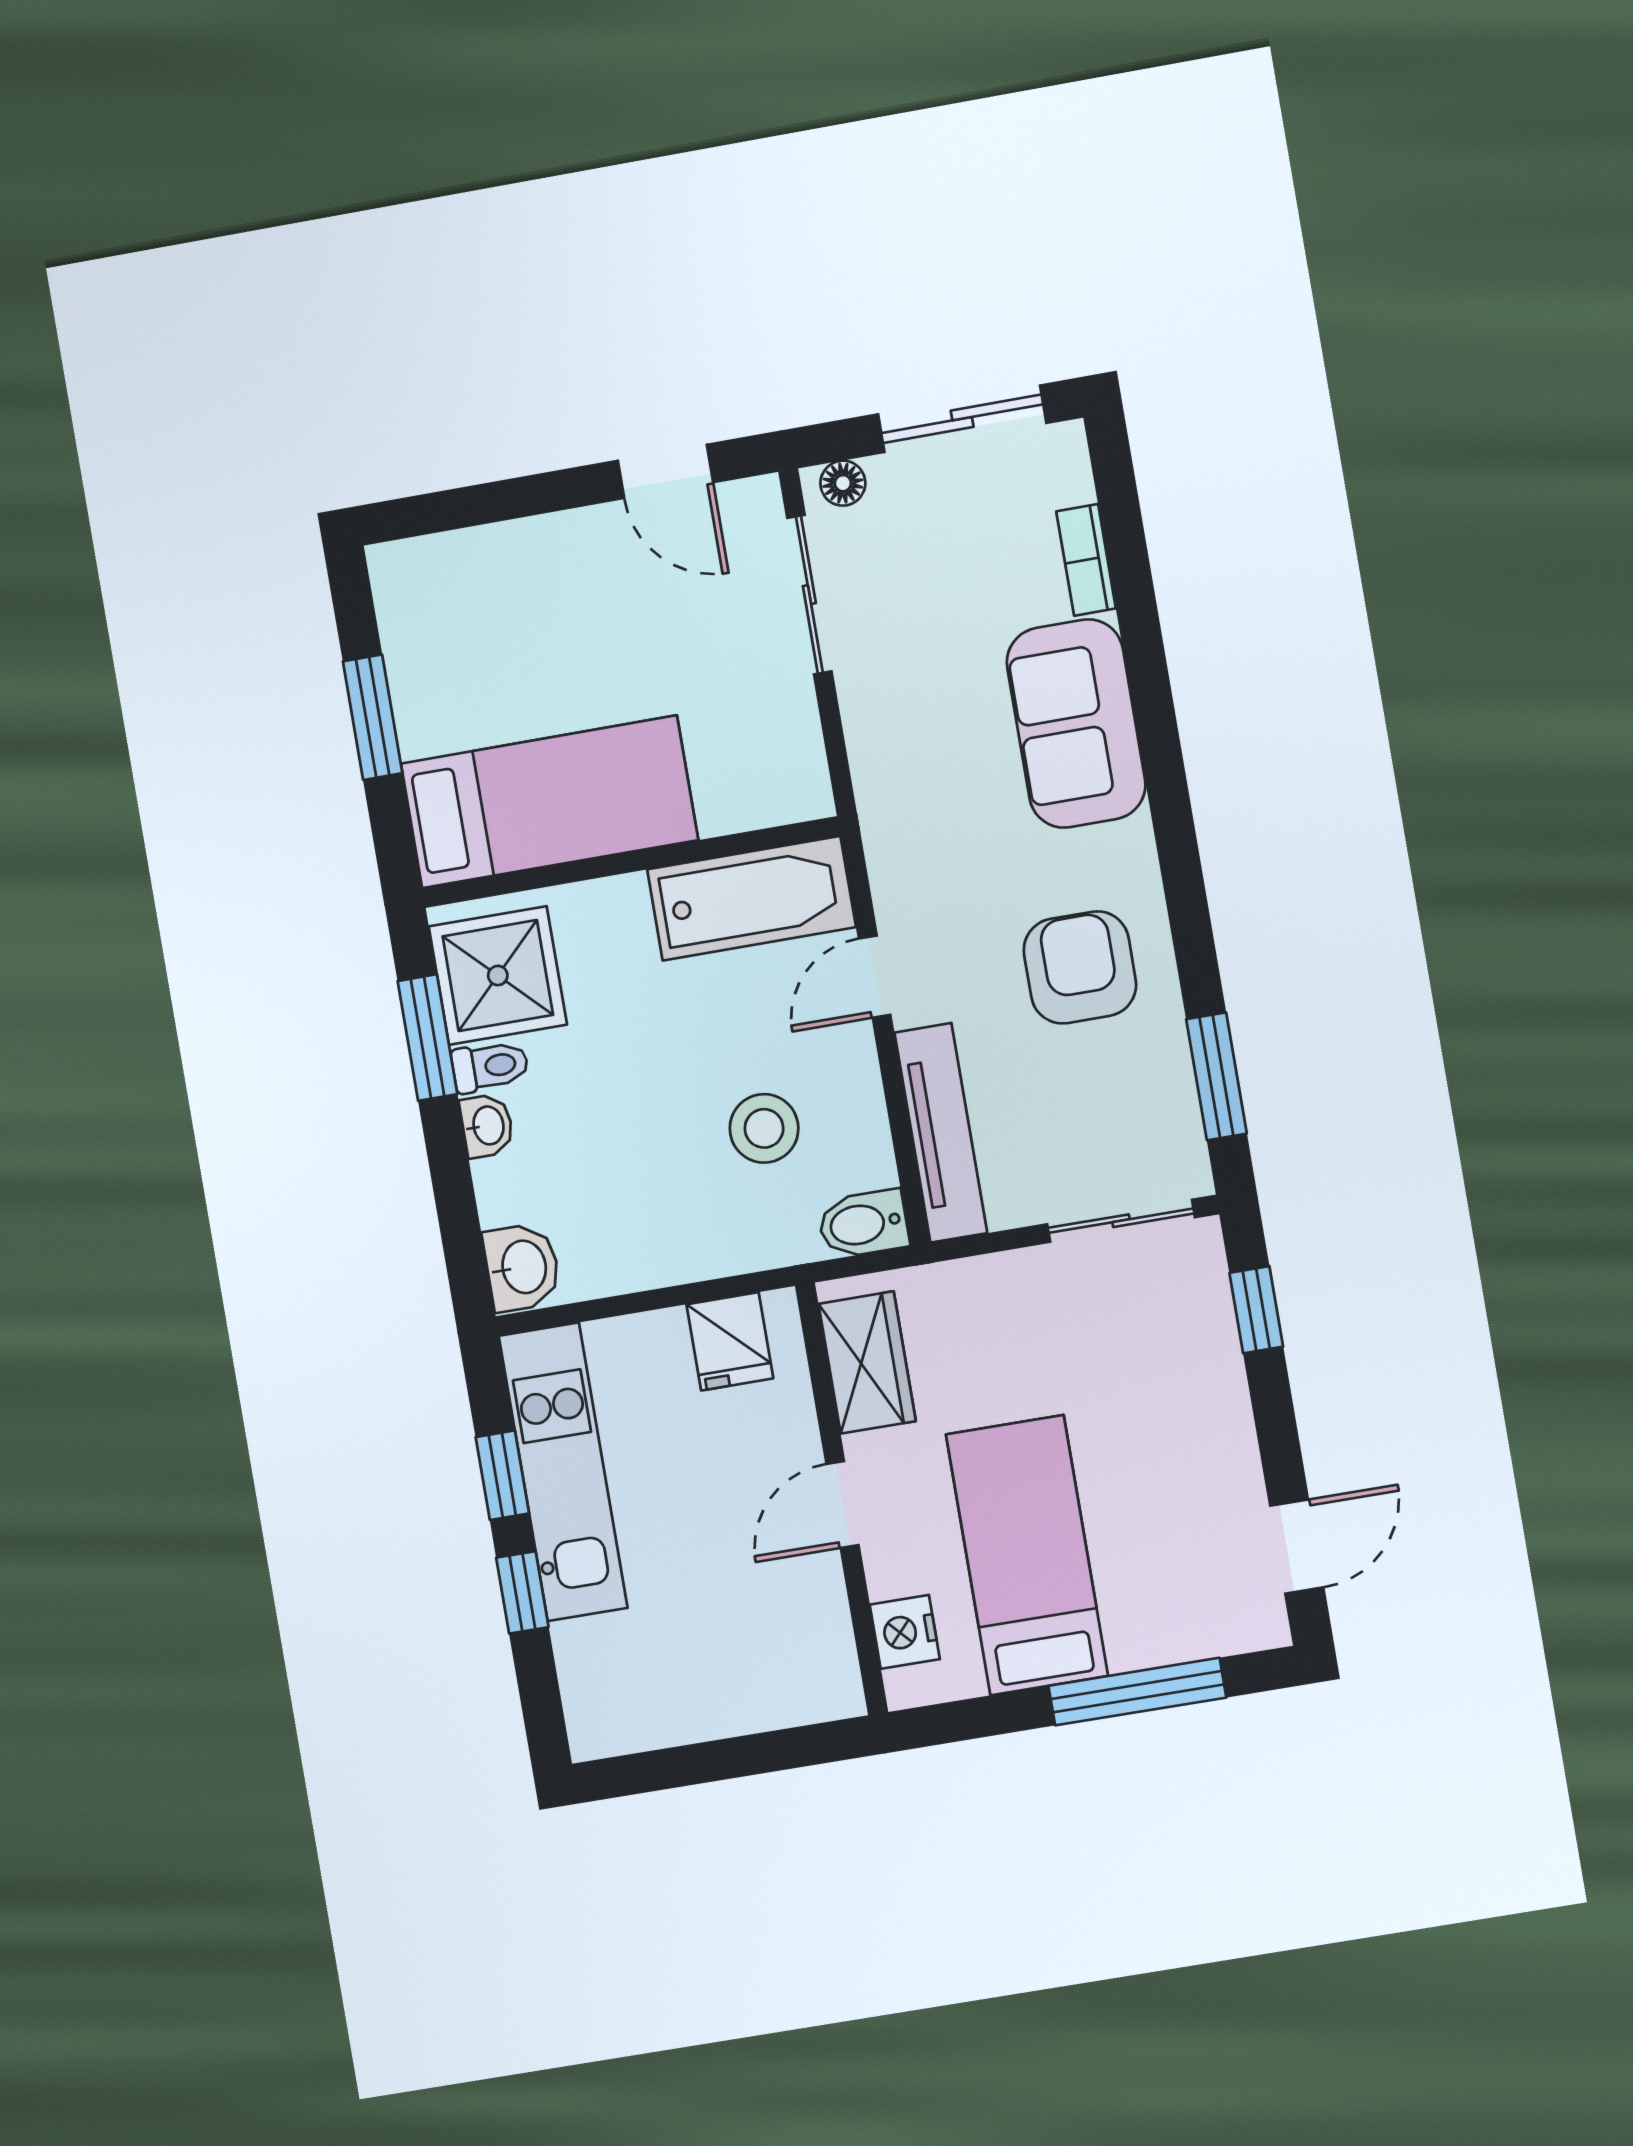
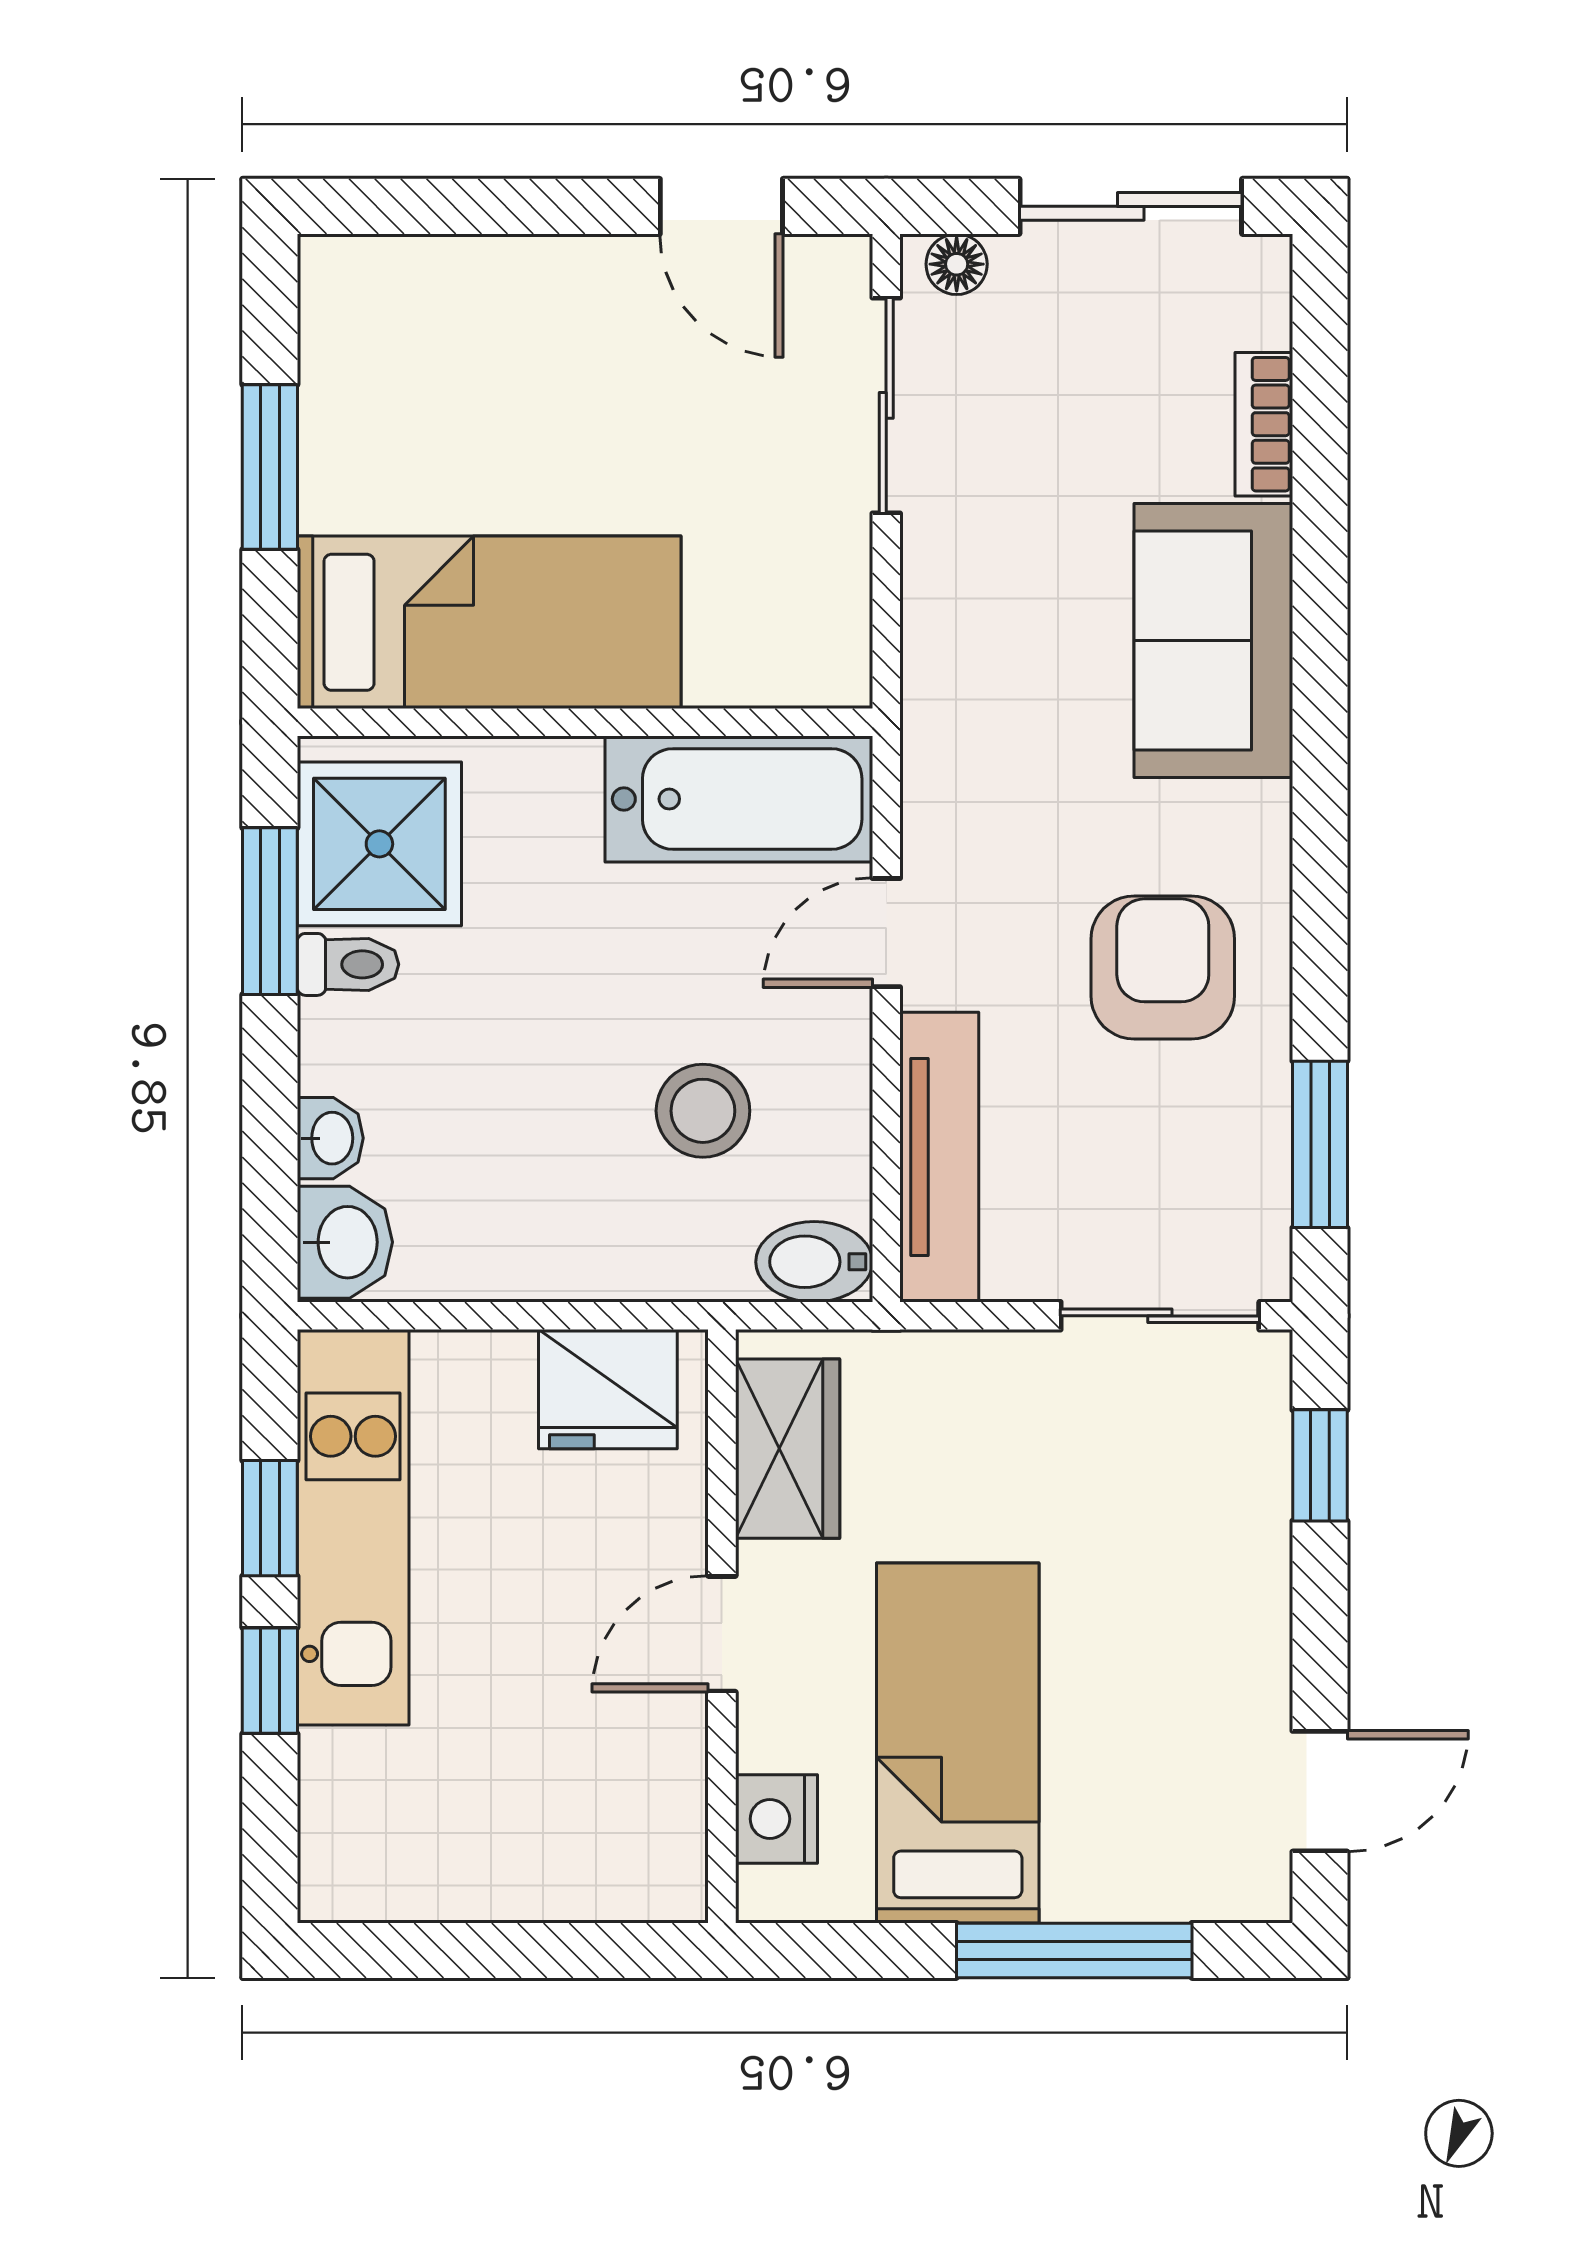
washbasin: (487, 1126) -> (330, 1138), moved
fridge: (730, 1341) -> (608, 1389), width x1.38

